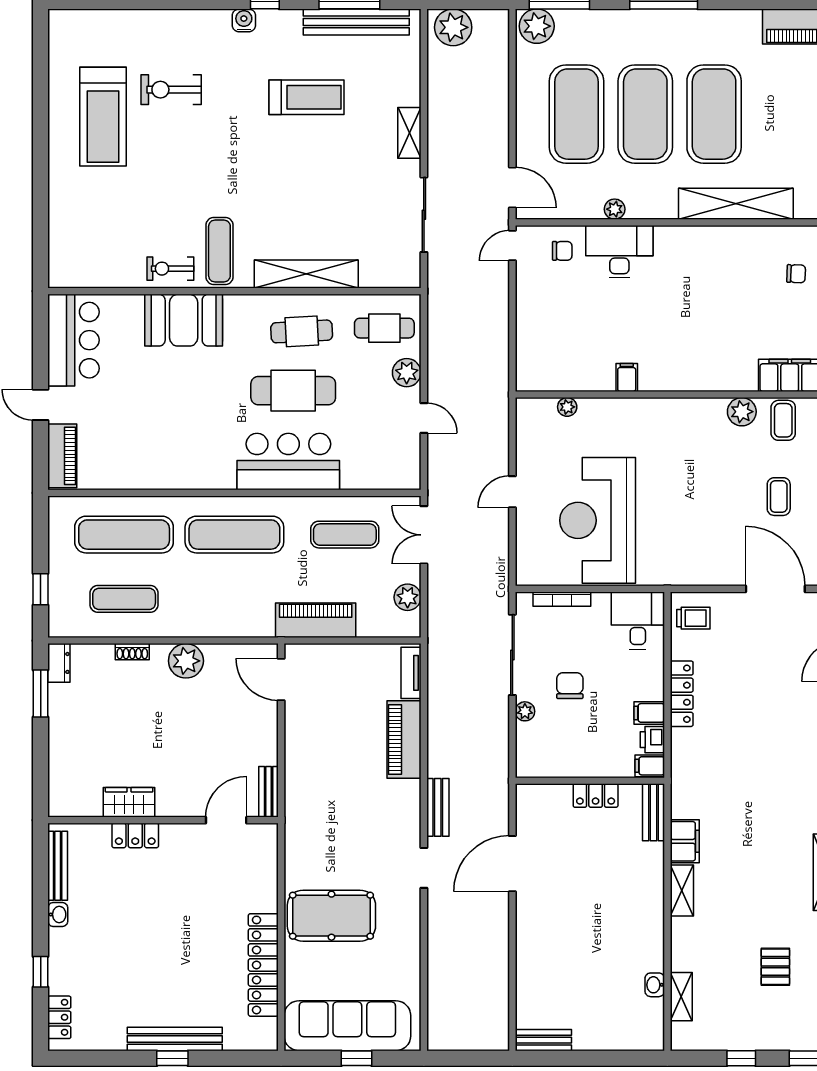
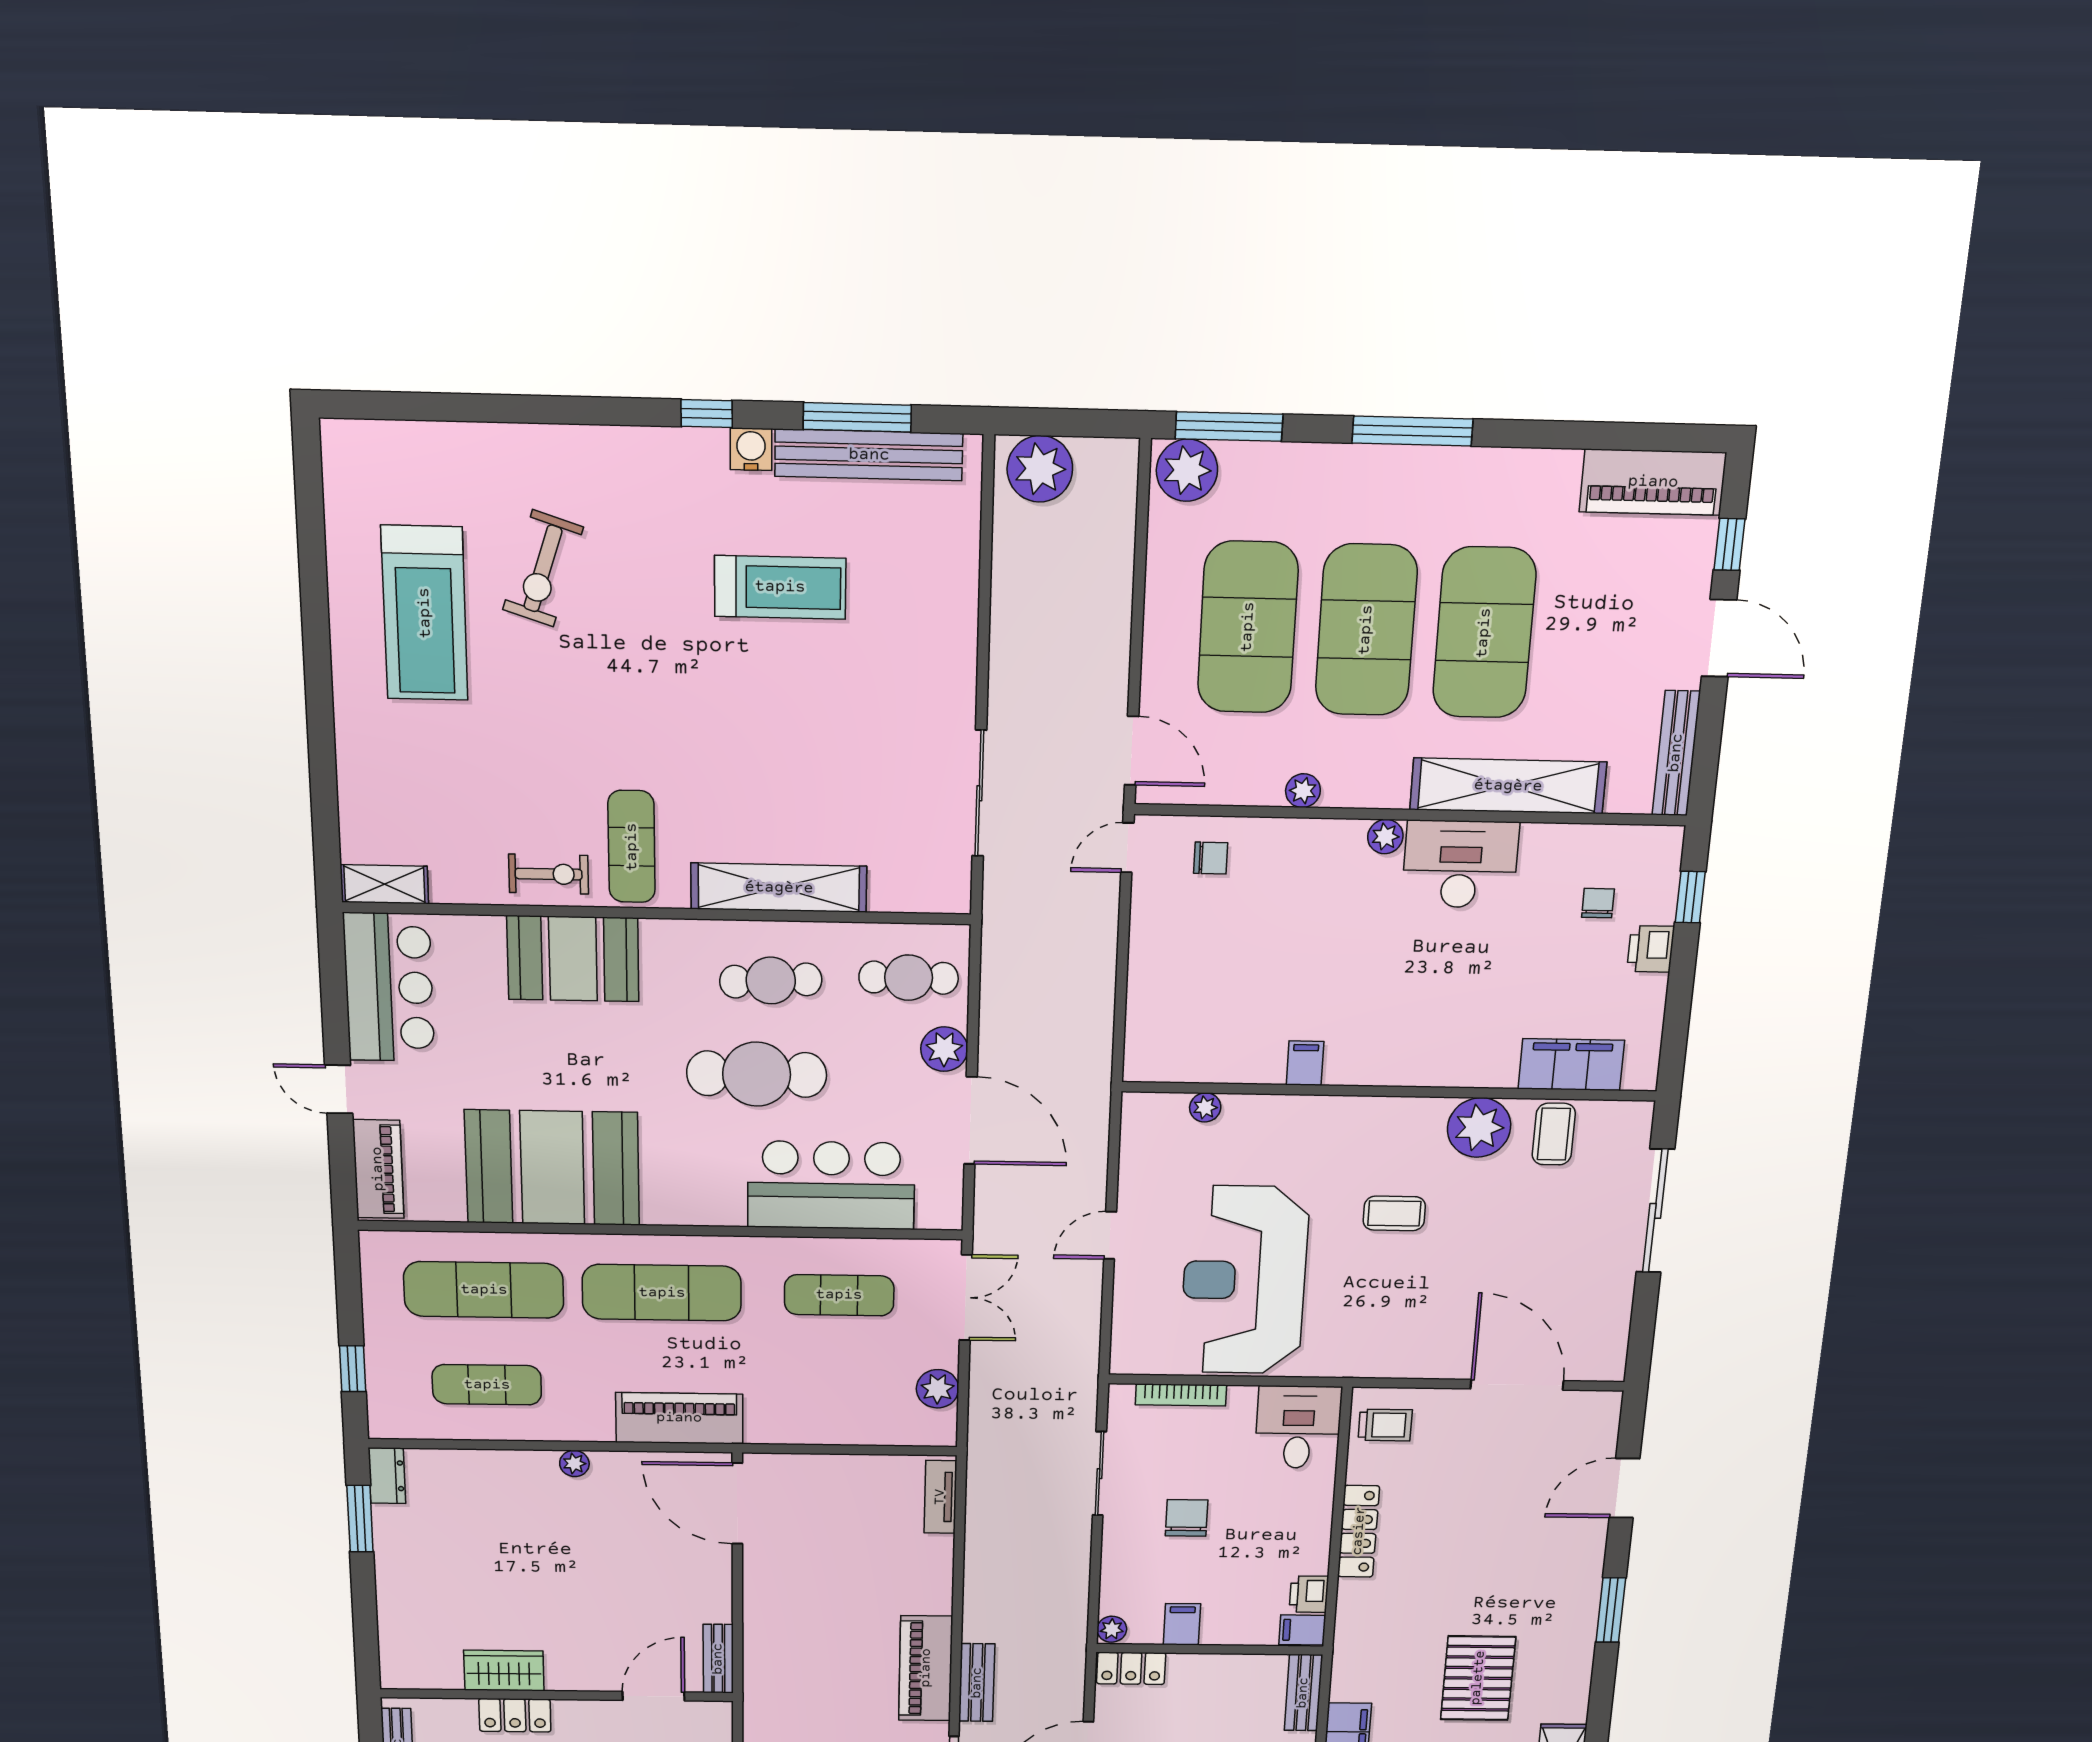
water cooler: (244, 20) -> (751, 449), moved
exercise bike: (171, 90) -> (543, 568), turned -72
shelving: (409, 133) -> (384, 884), moved, turned 90
plant: (665, 236) -> (1385, 837), added
desk: (619, 252) -> (1460, 864), moved
exercise bike: (170, 269) -> (549, 874), turned 180
chair: (796, 274) -> (1598, 903), turned -92
plant: (742, 412) -> (1479, 1127), width x1.36, depth x1.36
door: (424, 418) -> (971, 1121), width x1.88
booth: (168, 453) -> (552, 1168), added
bar counter: (288, 462) -> (831, 1185), moved
coffee table: (779, 497) -> (1394, 1213), moved, turned 90
double door: (424, 535) -> (966, 1298), swing flipped
piano: (316, 620) -> (679, 1418), moved
shoe rack: (132, 652) -> (502, 1461), removed
sliding door: (512, 655) -> (1099, 1474), width x0.73
plant: (186, 661) -> (574, 1464), width x0.53, depth x0.53
door: (281, 679) -> (737, 1504), width x1.36
plant: (525, 711) -> (1112, 1629), moved
filing cabinet: (649, 713) -> (1182, 1624), moved, turned 90
piano: (404, 740) -> (926, 1668), moved
locker: (596, 796) -> (1131, 1668), moved
pallet: (768, 800) -> (1478, 1678), added

